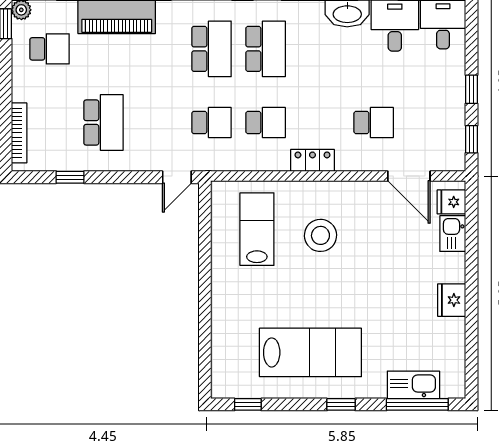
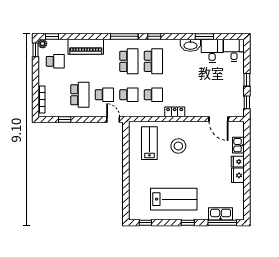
school desk: (374, 123) -> (104, 95), moved
door: (177, 177) -> (113, 120), swing flipped
fridge: (451, 202) -> (238, 162), moved

